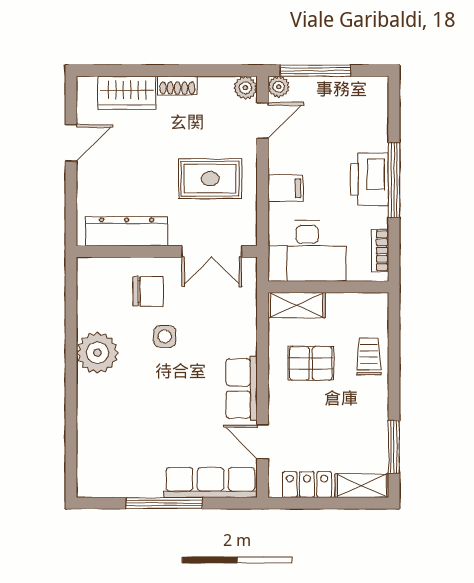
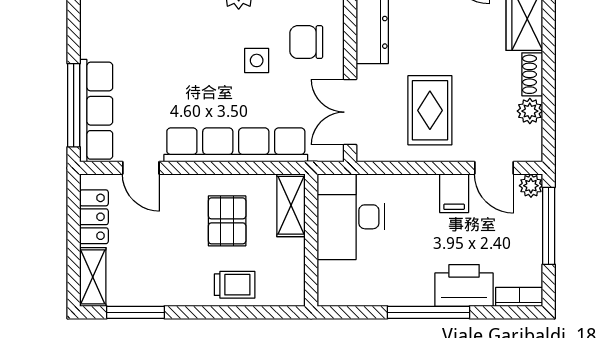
plant: (245, 88) -> (530, 111), moved
printer: (370, 179) -> (464, 285), moved
filing cabinet: (286, 188) -> (454, 193), moved
bookcase: (380, 251) -> (519, 297), moved
chair: (148, 291) -> (306, 42), turned 90
row of seats: (242, 388) -> (236, 145), width x2.02
door: (263, 442) -> (141, 168), swing flipped
window: (164, 503) -> (74, 105), moved

